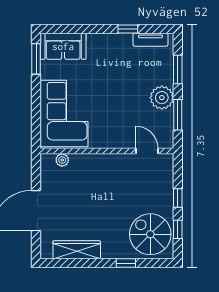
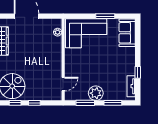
window: (36, 59) -> (105, 16), moved

